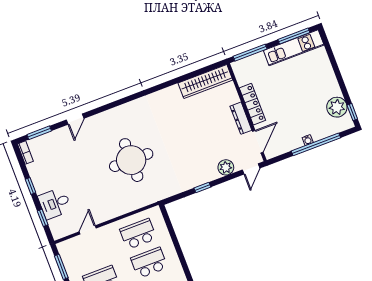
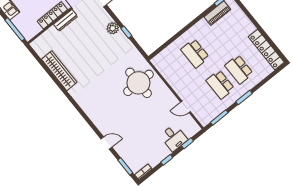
wardrobe: (205, 82) -> (59, 71), moved
round table: (131, 160) -> (138, 83), moved
plant: (226, 167) -> (113, 28), moved
school desk: (138, 234) -> (176, 69), removed

